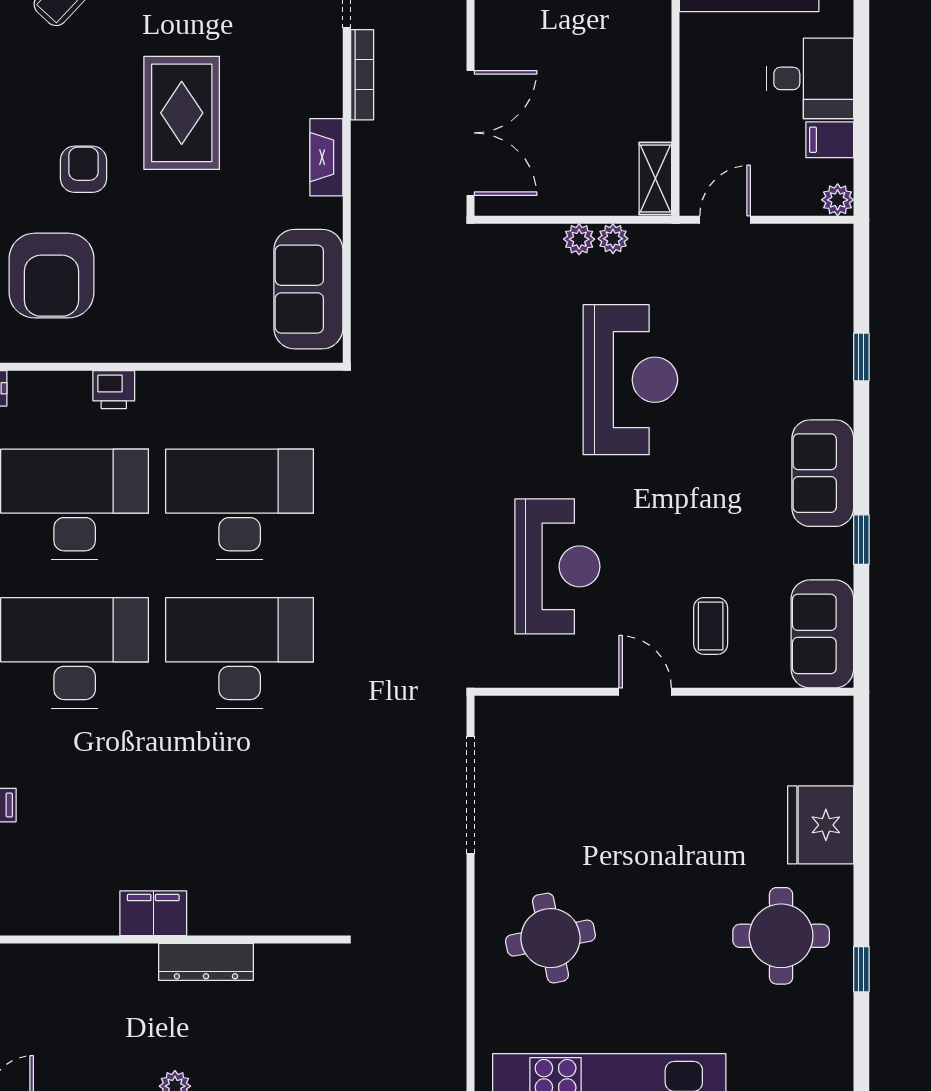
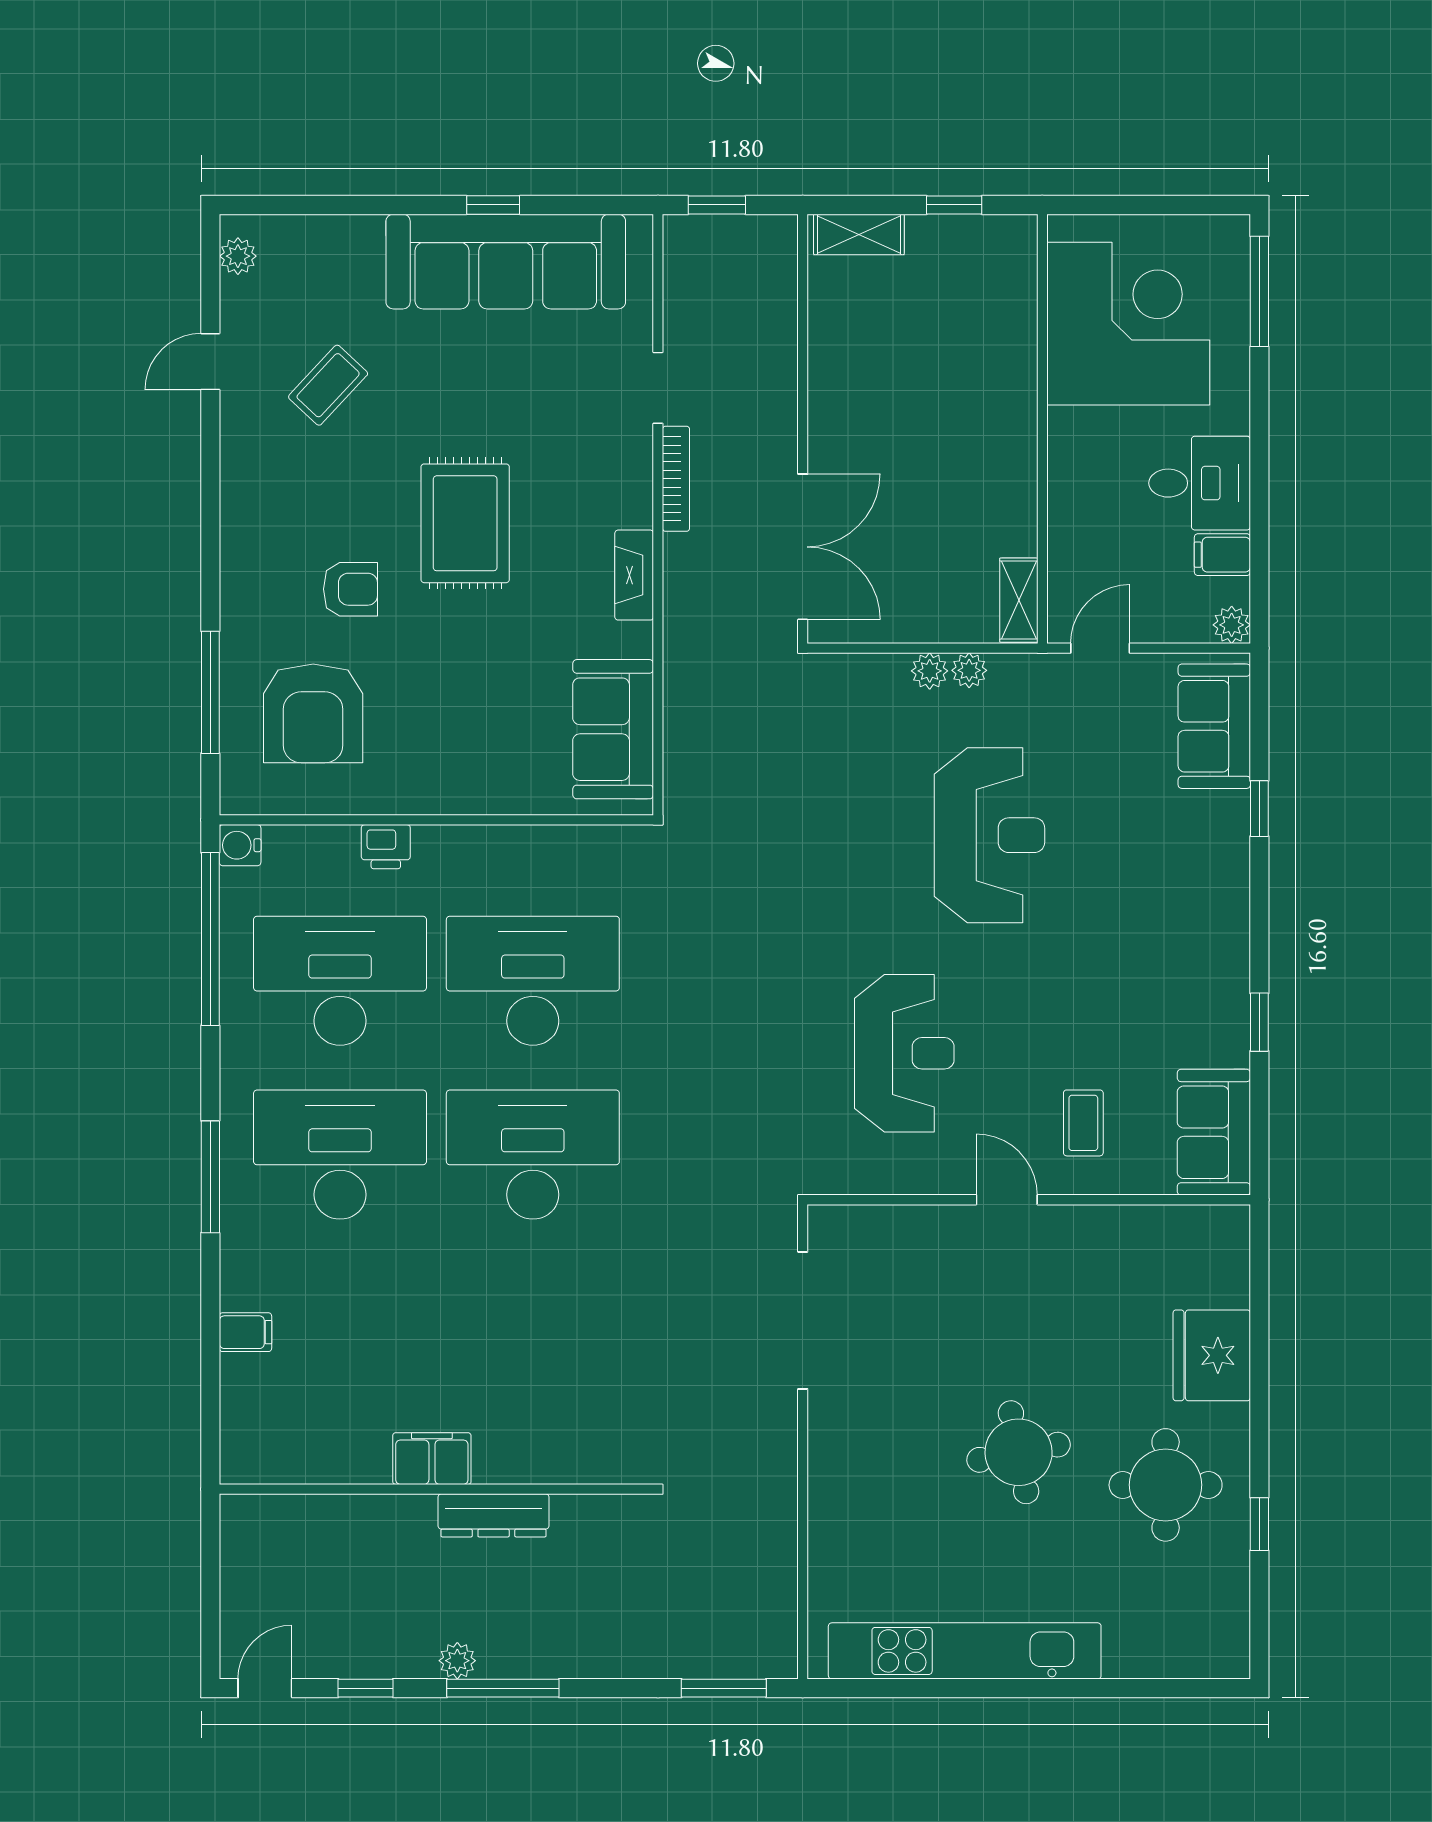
armchair: (83, 169) -> (350, 589), turned 90
sofa: (823, 473) -> (1214, 726), moved
round table: (550, 938) -> (1019, 1452), moved

